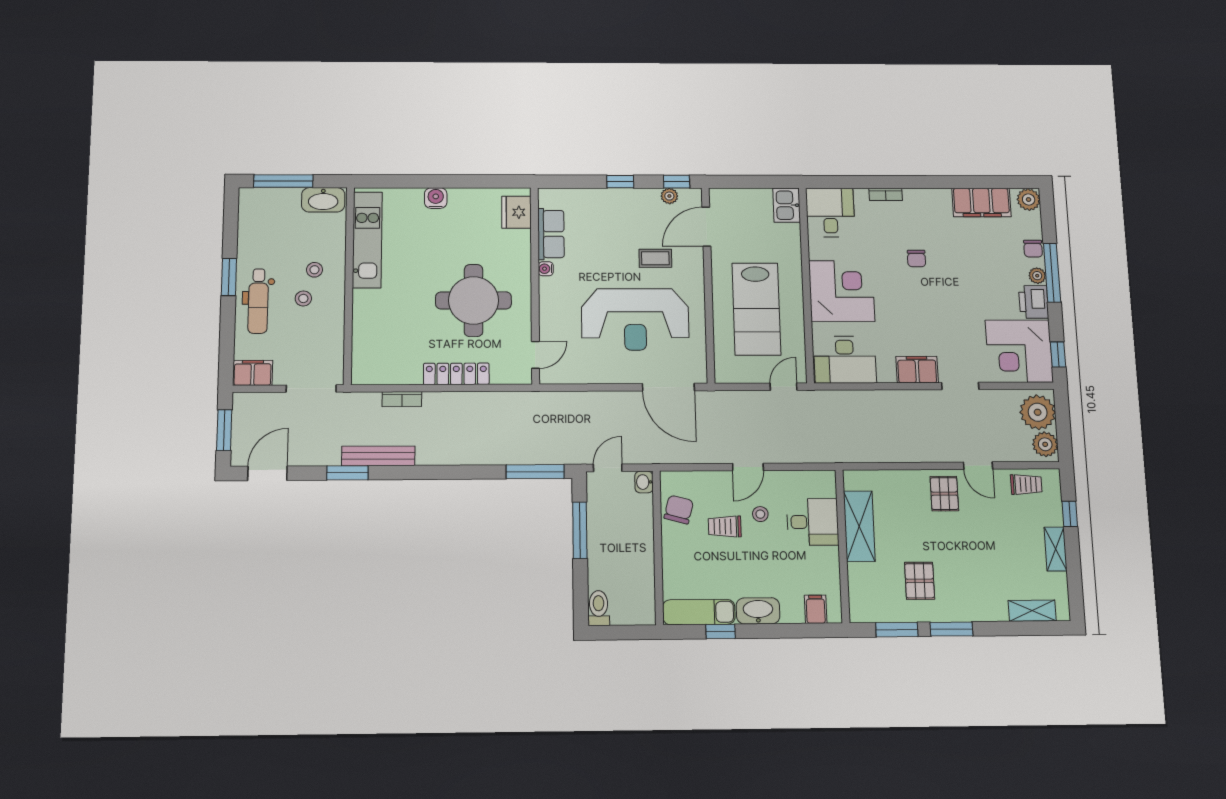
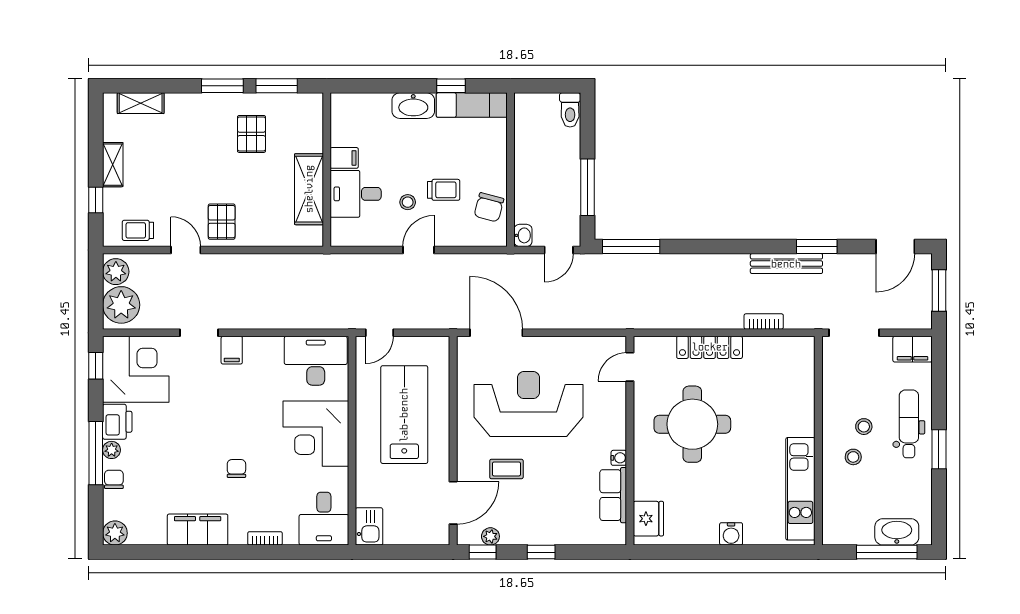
washbasin: (323, 200) -> (897, 532), moved
filing cabinet: (981, 203) -> (198, 530), moved
filing cabinet: (917, 370) -> (232, 350), width x0.50
filing cabinet: (816, 609) -> (344, 158), moved, turned -90

